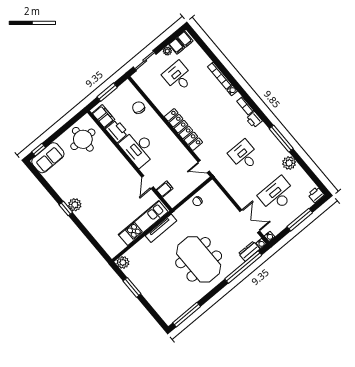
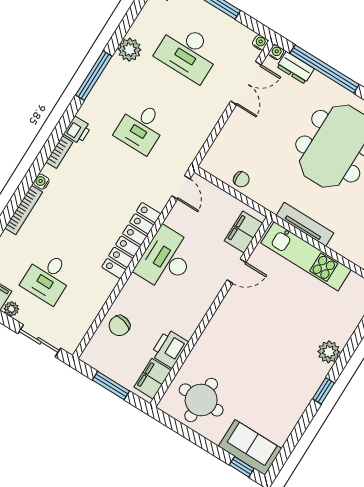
desk: (138, 148) -> (166, 259), moved, turned 180
filing cabinet: (165, 189) -> (244, 232), width x2.00
plant: (75, 205) -> (329, 352), moved
double door: (250, 221) -> (246, 83), swing flipped

